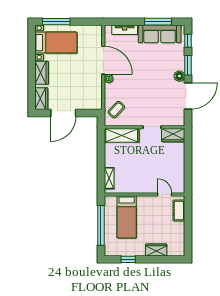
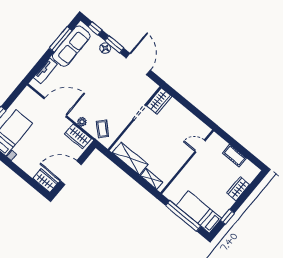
wardrobe: (42, 73) -> (78, 136), moved, turned 180
floor lamp: (179, 76) -> (105, 48), moved
plant: (109, 79) -> (82, 122), moved
door: (63, 113) -> (71, 173), swing flipped
shelving: (122, 135) -> (130, 159), moved, turned 90
cot: (179, 211) -> (234, 156), moved
bed: (127, 217) -> (199, 212), moved, turned 180

